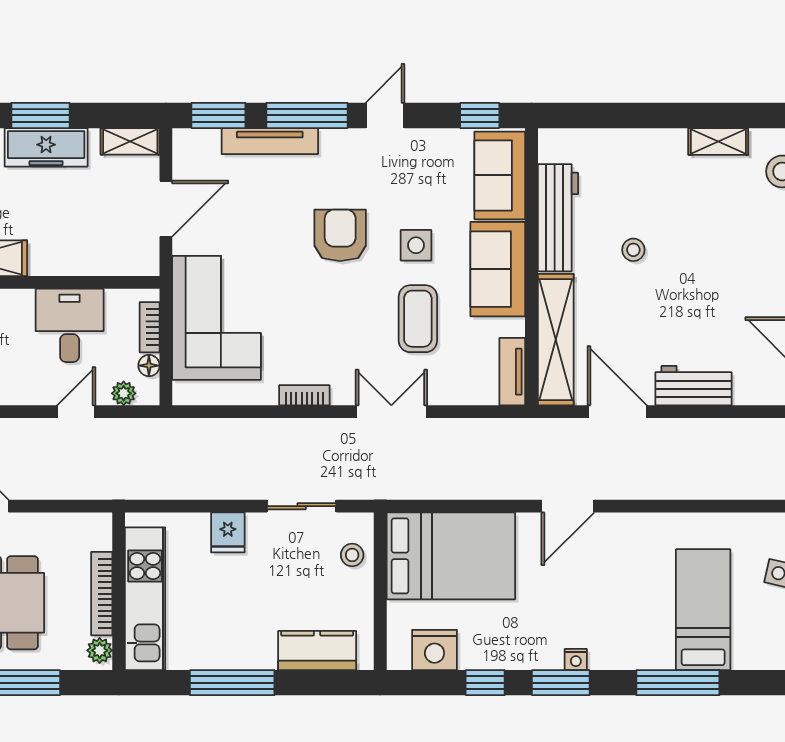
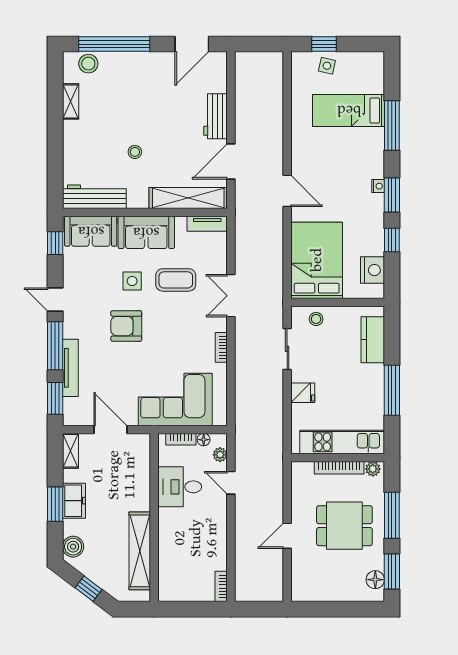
freezer: (46, 147) -> (74, 501), width x0.71
workbench: (558, 218) -> (94, 197), moved

